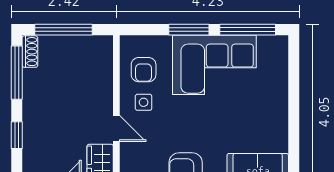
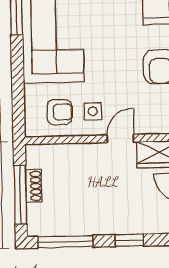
window: (189, 30) -> (17, 67), removed
shoe rack: (30, 52) -> (34, 186), moved, turned 90

